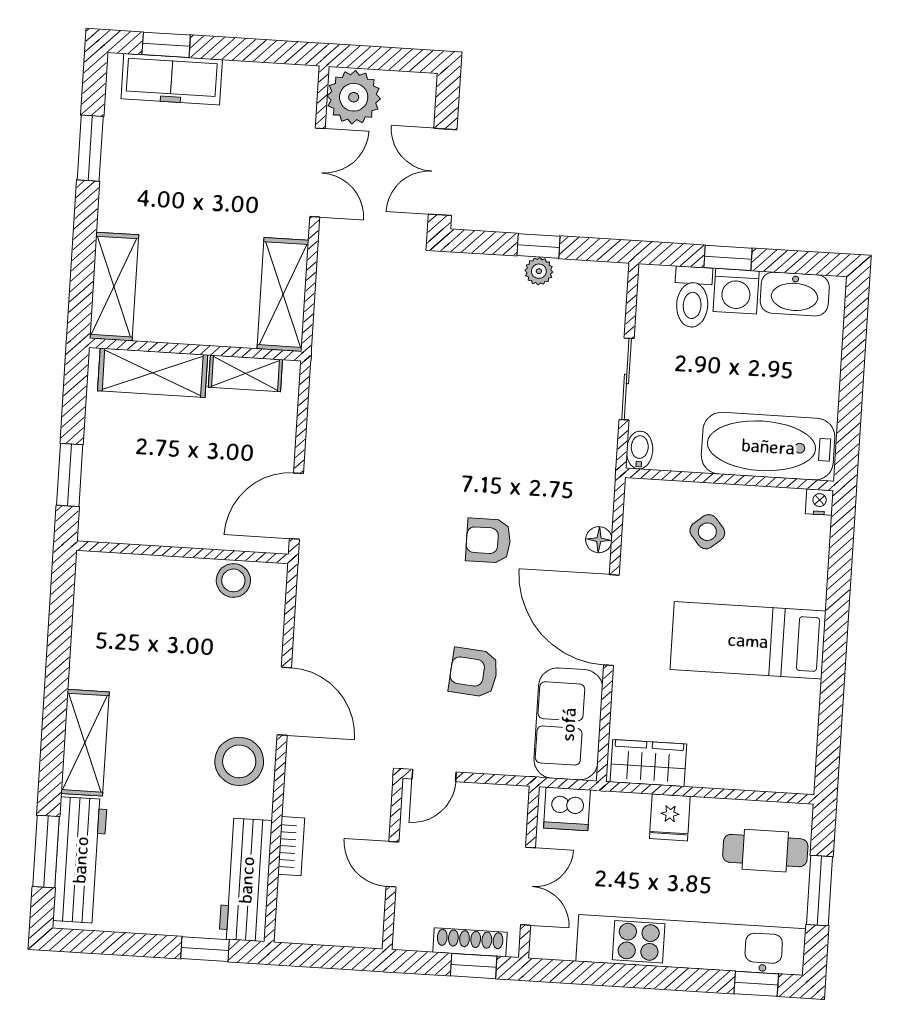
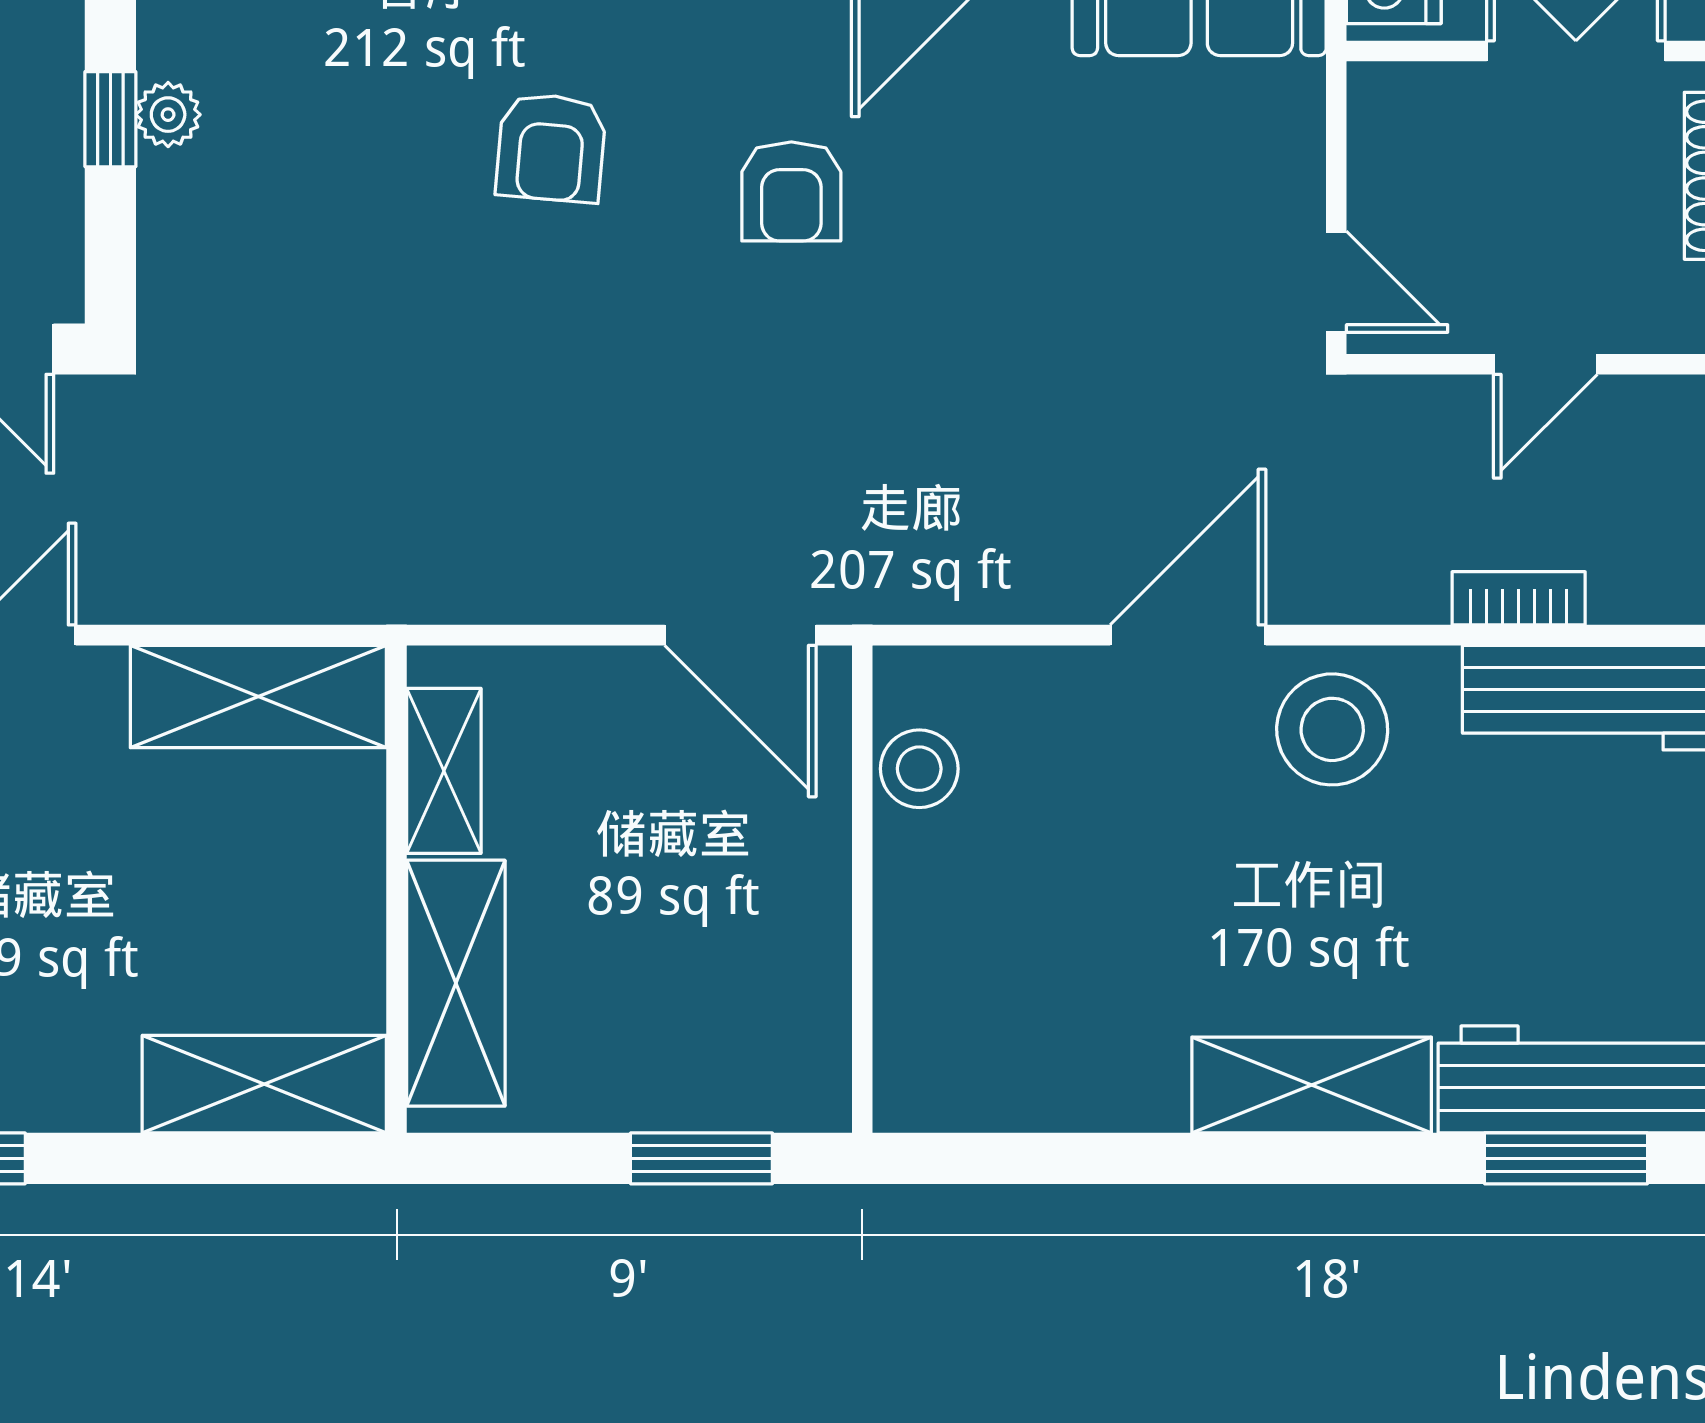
armchair: (474, 672) -> (551, 148), moved

